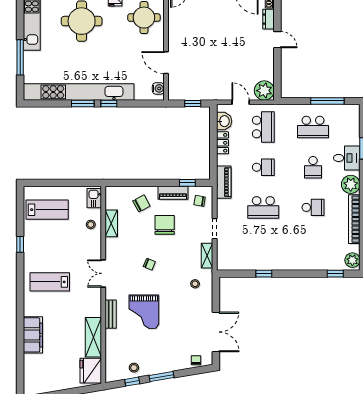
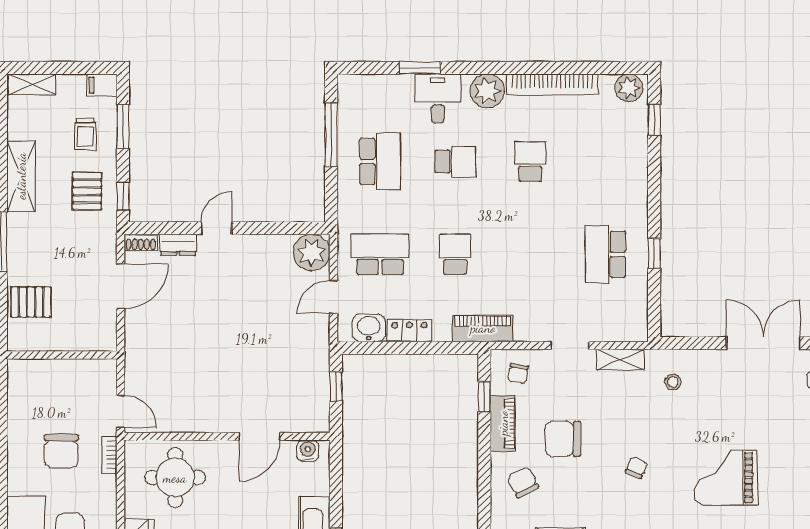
school desk: (263, 207) -> (605, 254), moved, turned 180
grand piano: (144, 312) -> (726, 478), turned 180

